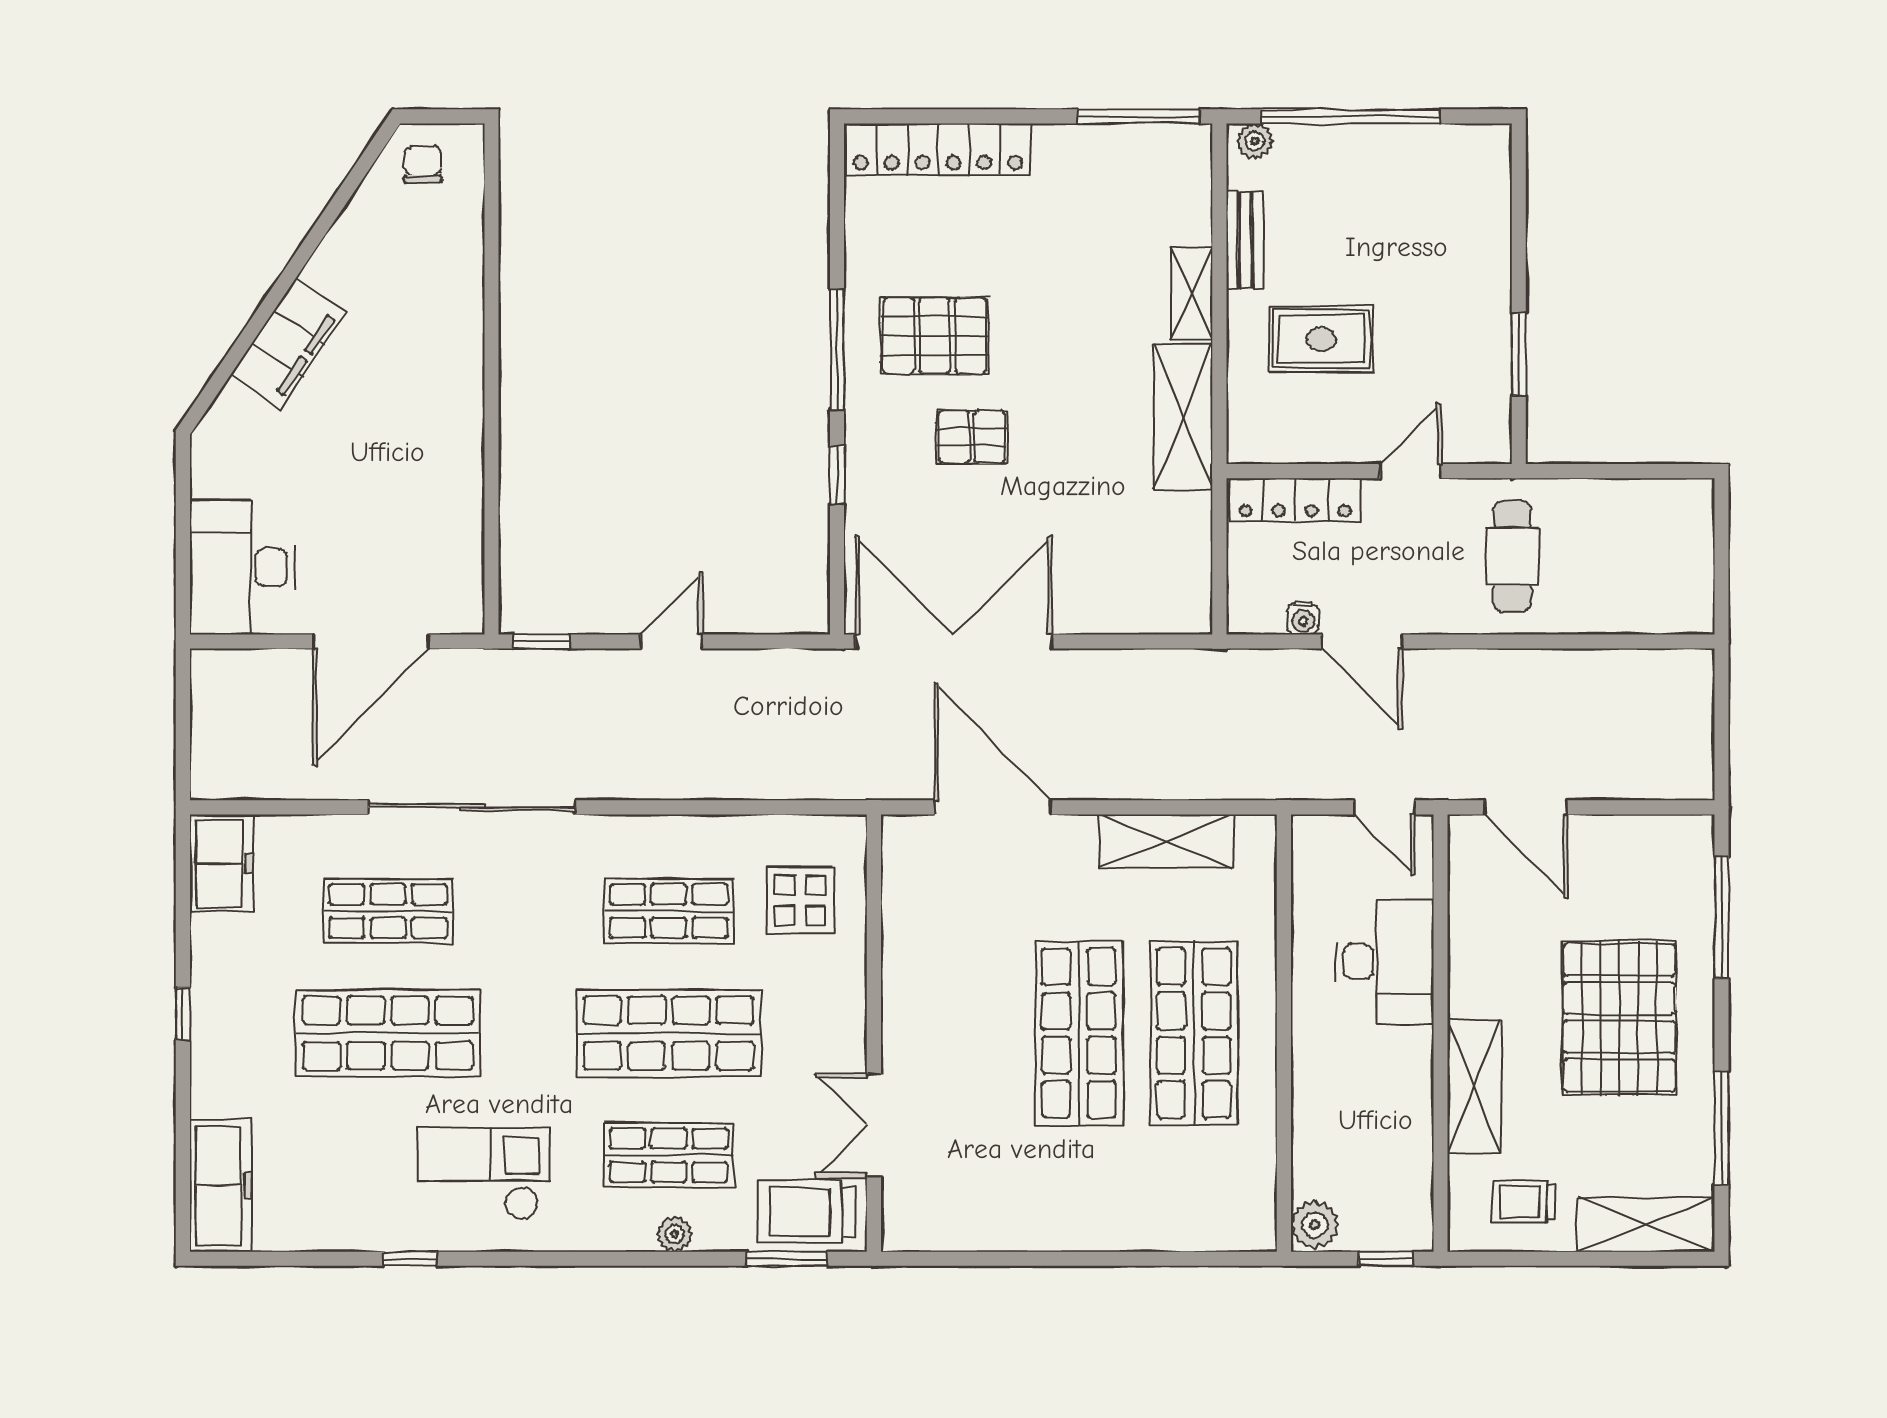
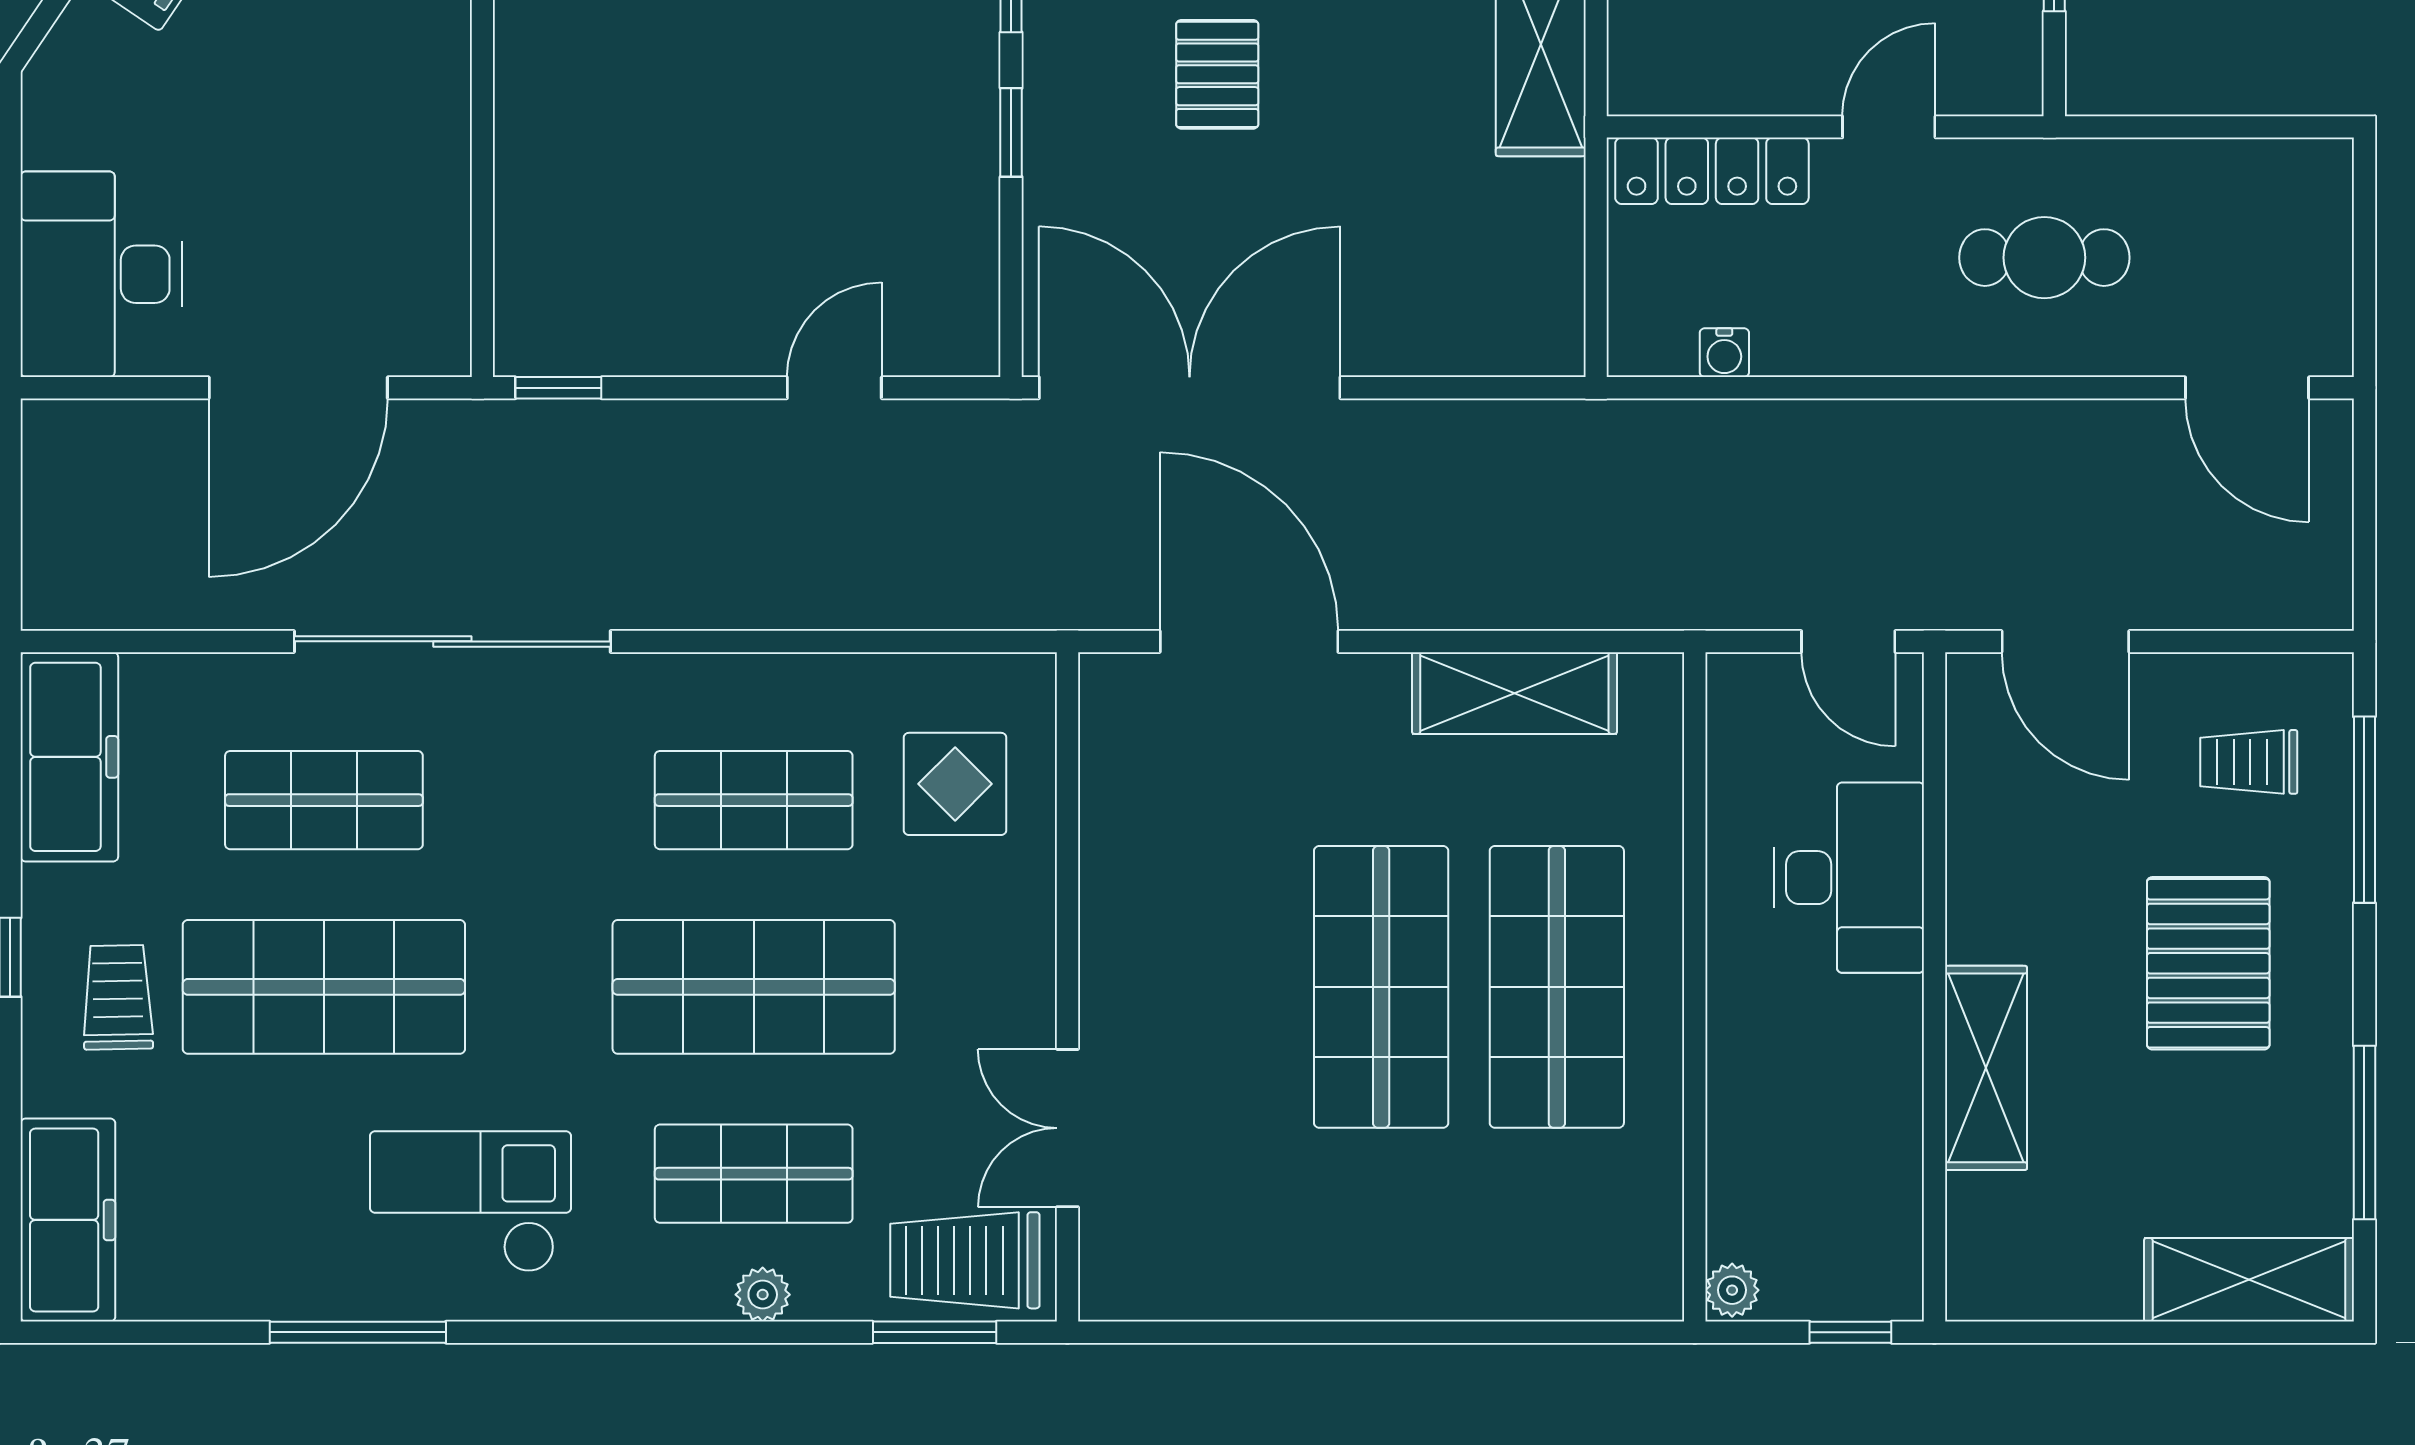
pallet: (972, 437) -> (1217, 74), turned 90
cafe table: (1512, 556) -> (2044, 258), turned 90
door: (671, 642) -> (834, 388), moved
door: (1362, 642) -> (2247, 388), moved
freezer: (222, 863) -> (69, 757), width x1.40
pallet: (1619, 1018) -> (2208, 963), width x0.73, depth x0.71
trolley: (253, 1040) -> (118, 997), added
trolley: (1524, 1202) -> (2249, 762), moved
plant: (1315, 1225) -> (1732, 1290), width x0.73, depth x0.73
window: (410, 1259) -> (358, 1332), width x2.17

